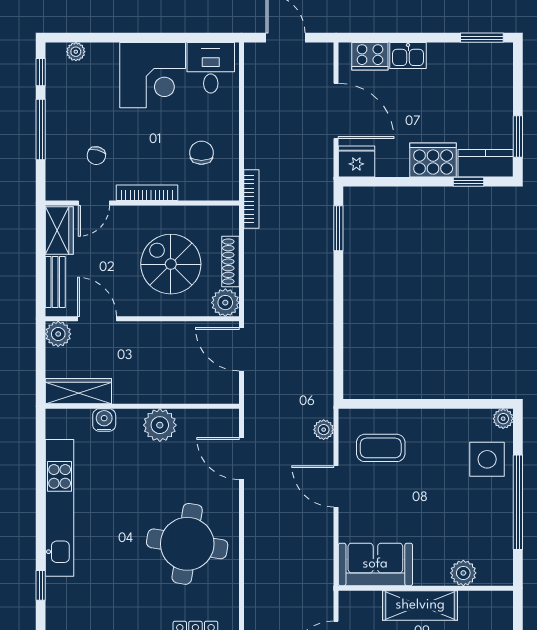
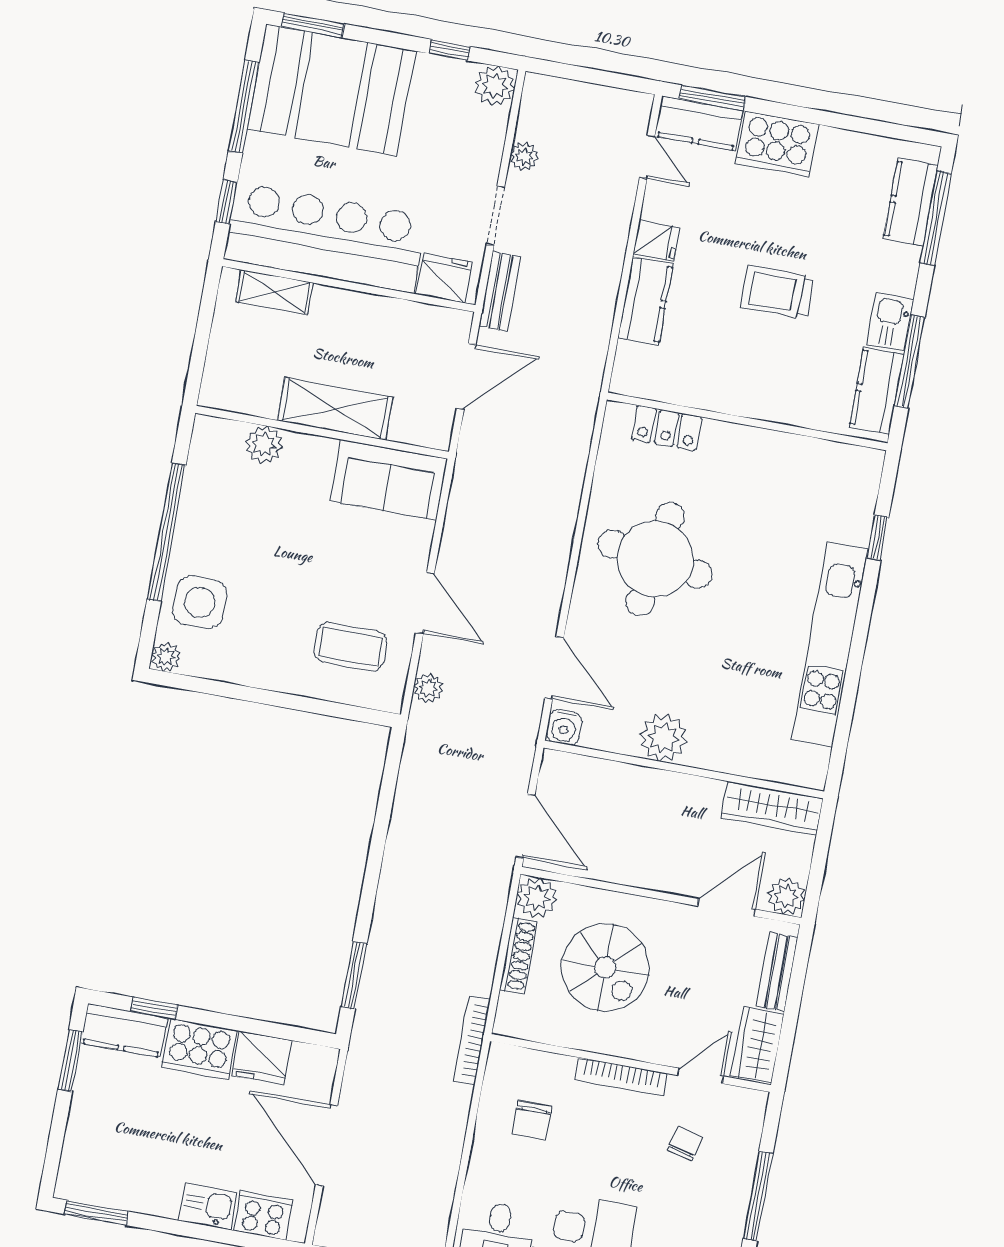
fridge: (356, 161) -> (262, 1058), moved
door: (97, 319) -> (726, 908), swing flipped
water cooler: (104, 420) -> (564, 727), moved

